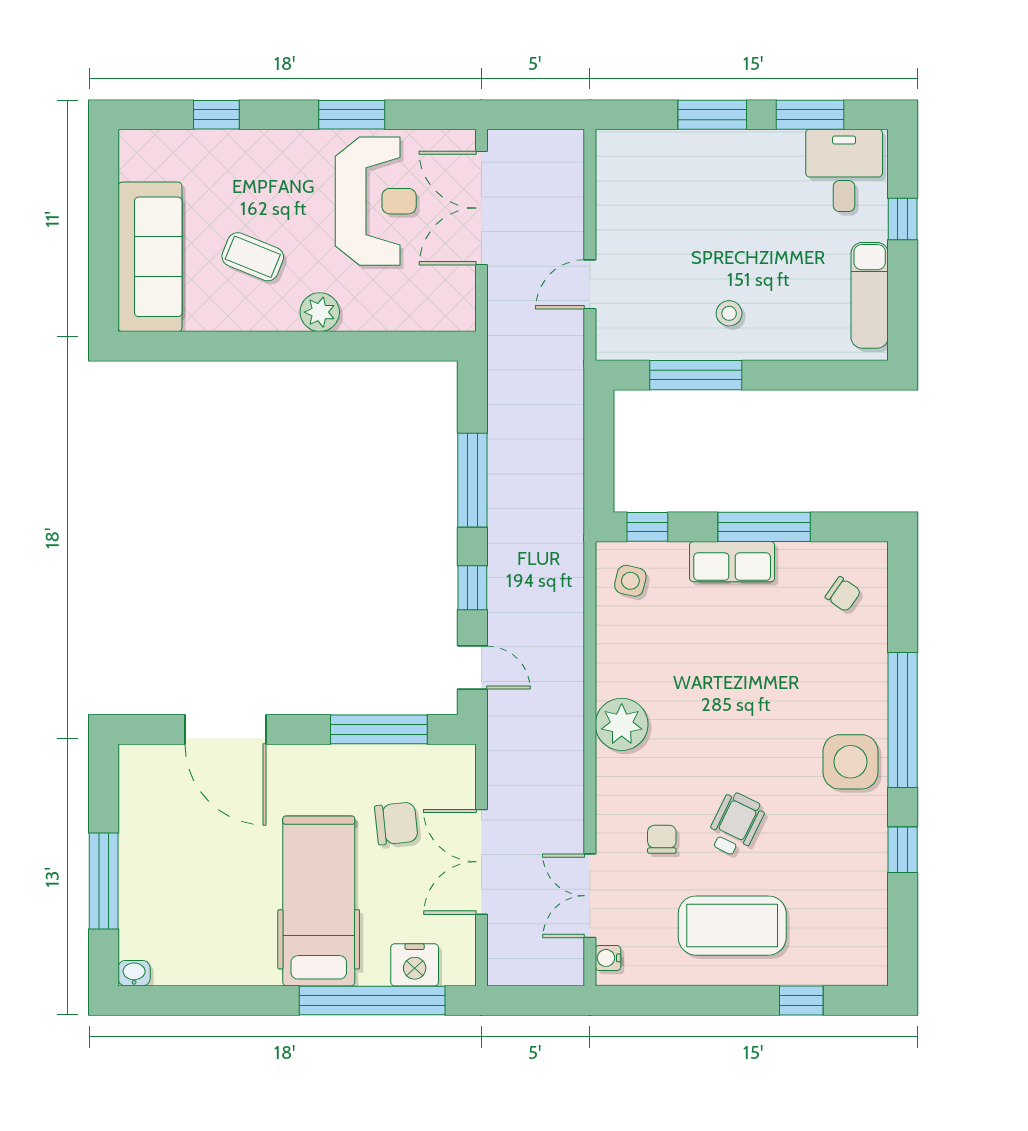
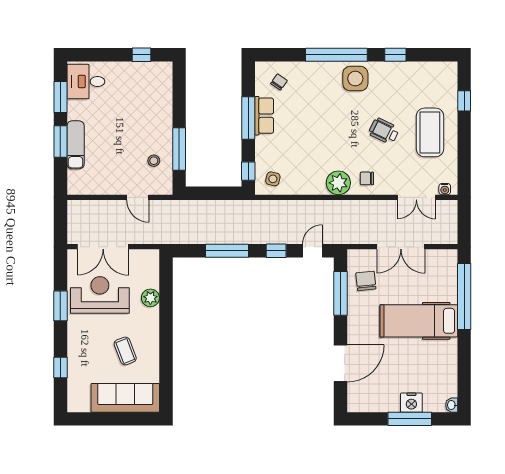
window: (903, 219) -> (142, 55), moved
coffee table: (253, 257) -> (125, 351), turned -43
exam couch: (870, 295) -> (76, 145), moved, turned -90
plant: (320, 312) -> (150, 298), moved
stool: (729, 313) -> (154, 161), moved
row of seats: (732, 562) -> (264, 116), moved
chair: (396, 823) -> (366, 281), moved
chair: (662, 839) -> (367, 178), moved
nightstand: (415, 965) -> (411, 403), moved, turned 90

